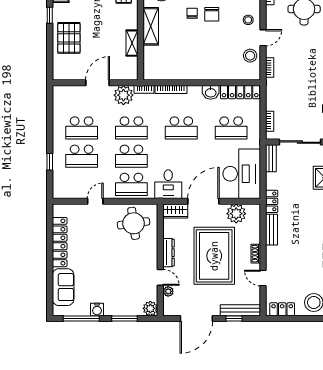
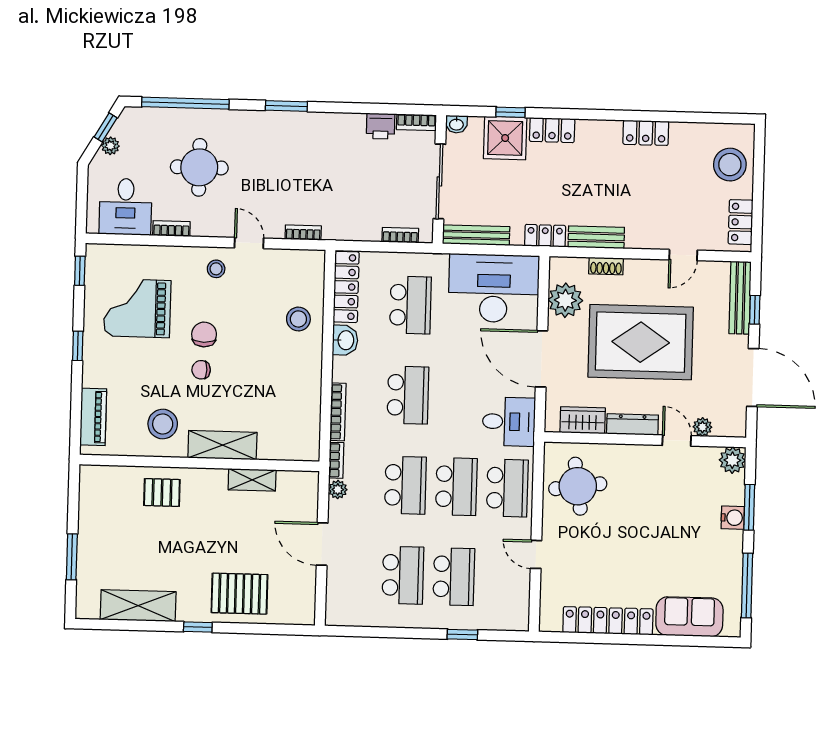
chair: (212, 14) -> (204, 334), turned -90
stool: (250, 56) -> (298, 319), moved
plant: (123, 95) -> (338, 489), width x0.53, depth x0.53
bench: (271, 158) -> (476, 235), width x1.36
wardrobe: (175, 211) -> (583, 420), moved, turned -90
shoe rack: (256, 254) -> (606, 266), moved
door: (160, 277) -> (677, 441), hinge flipped
water cooler: (97, 310) -> (733, 518), moved

